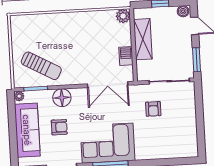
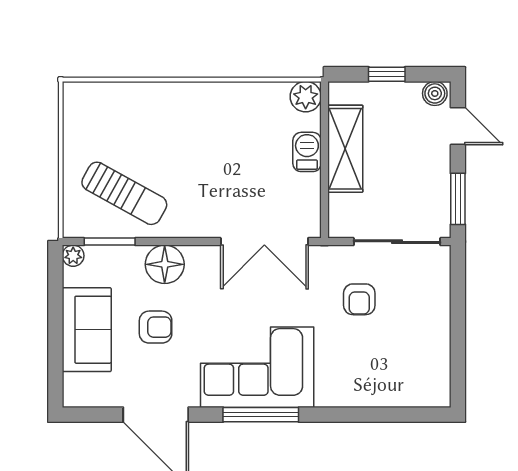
barbecue: (126, 56) -> (307, 152), moved
sofa: (27, 130) -> (87, 330), width x0.73

